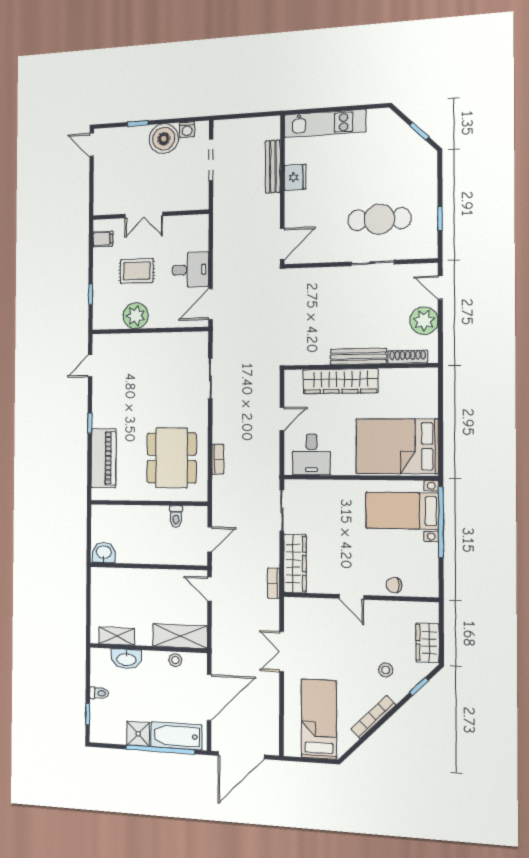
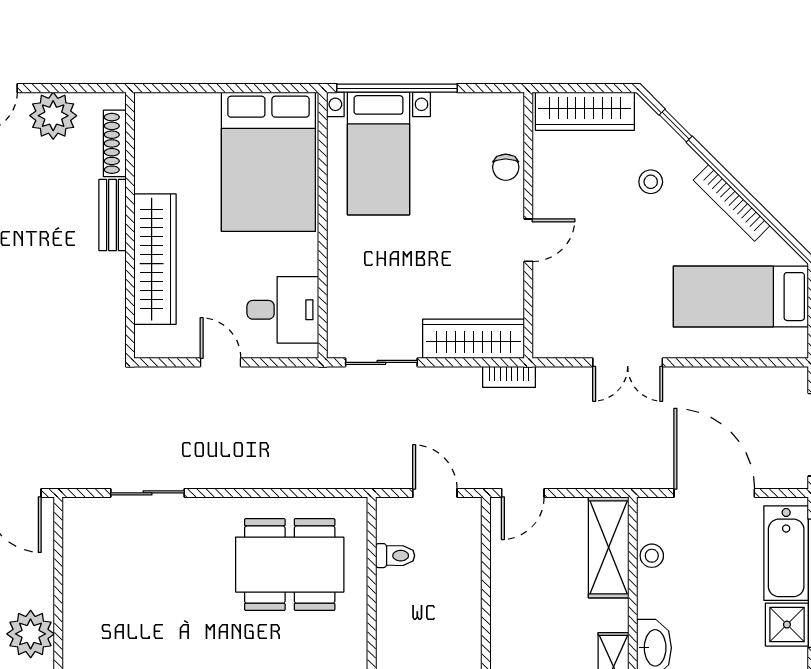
bench: (358, 356) -> (113, 215), width x0.73
bookcase: (218, 459) -> (292, 478), removed
wardrobe: (427, 643) -> (585, 111), width x1.50

